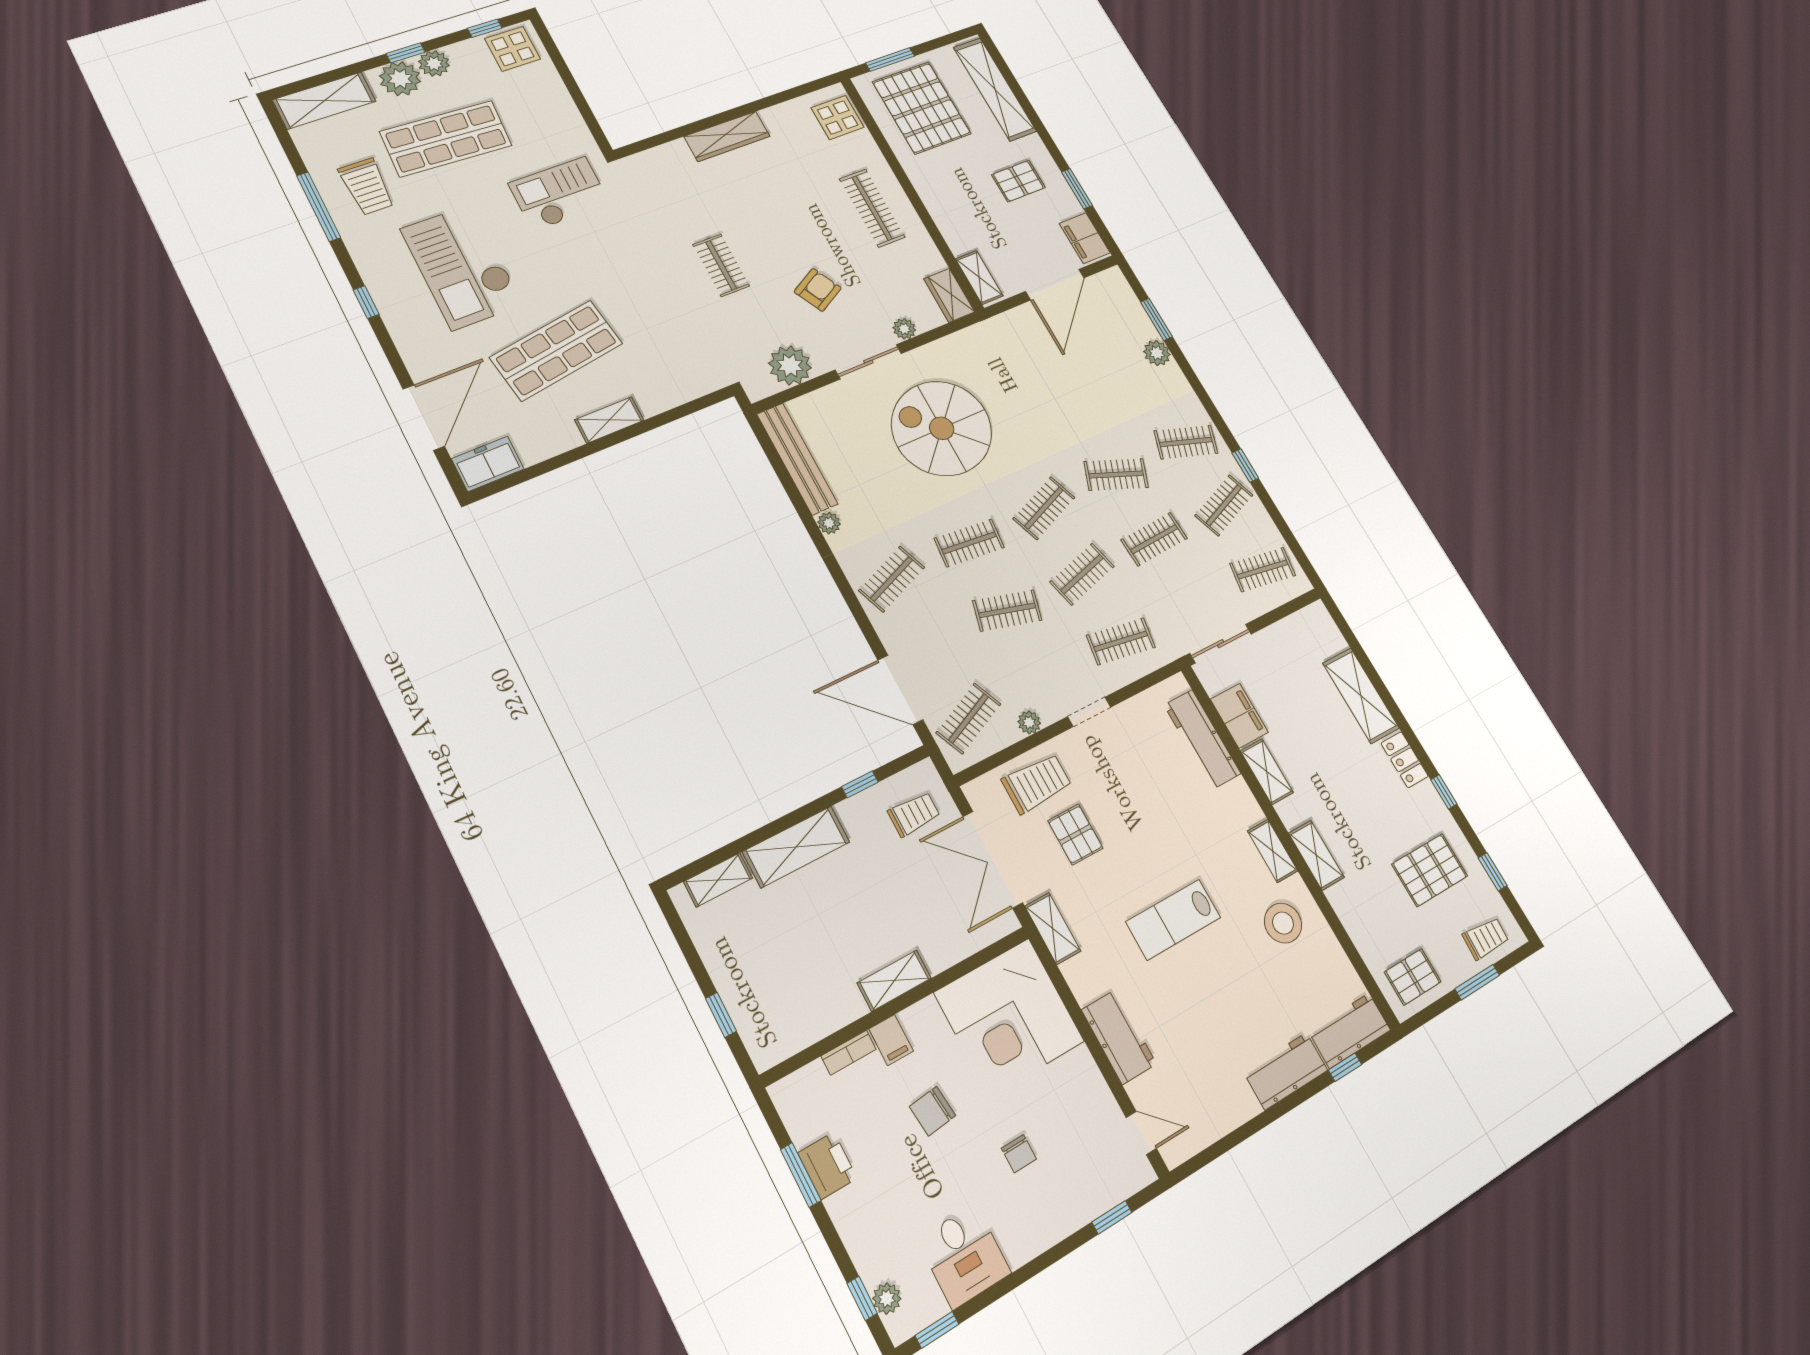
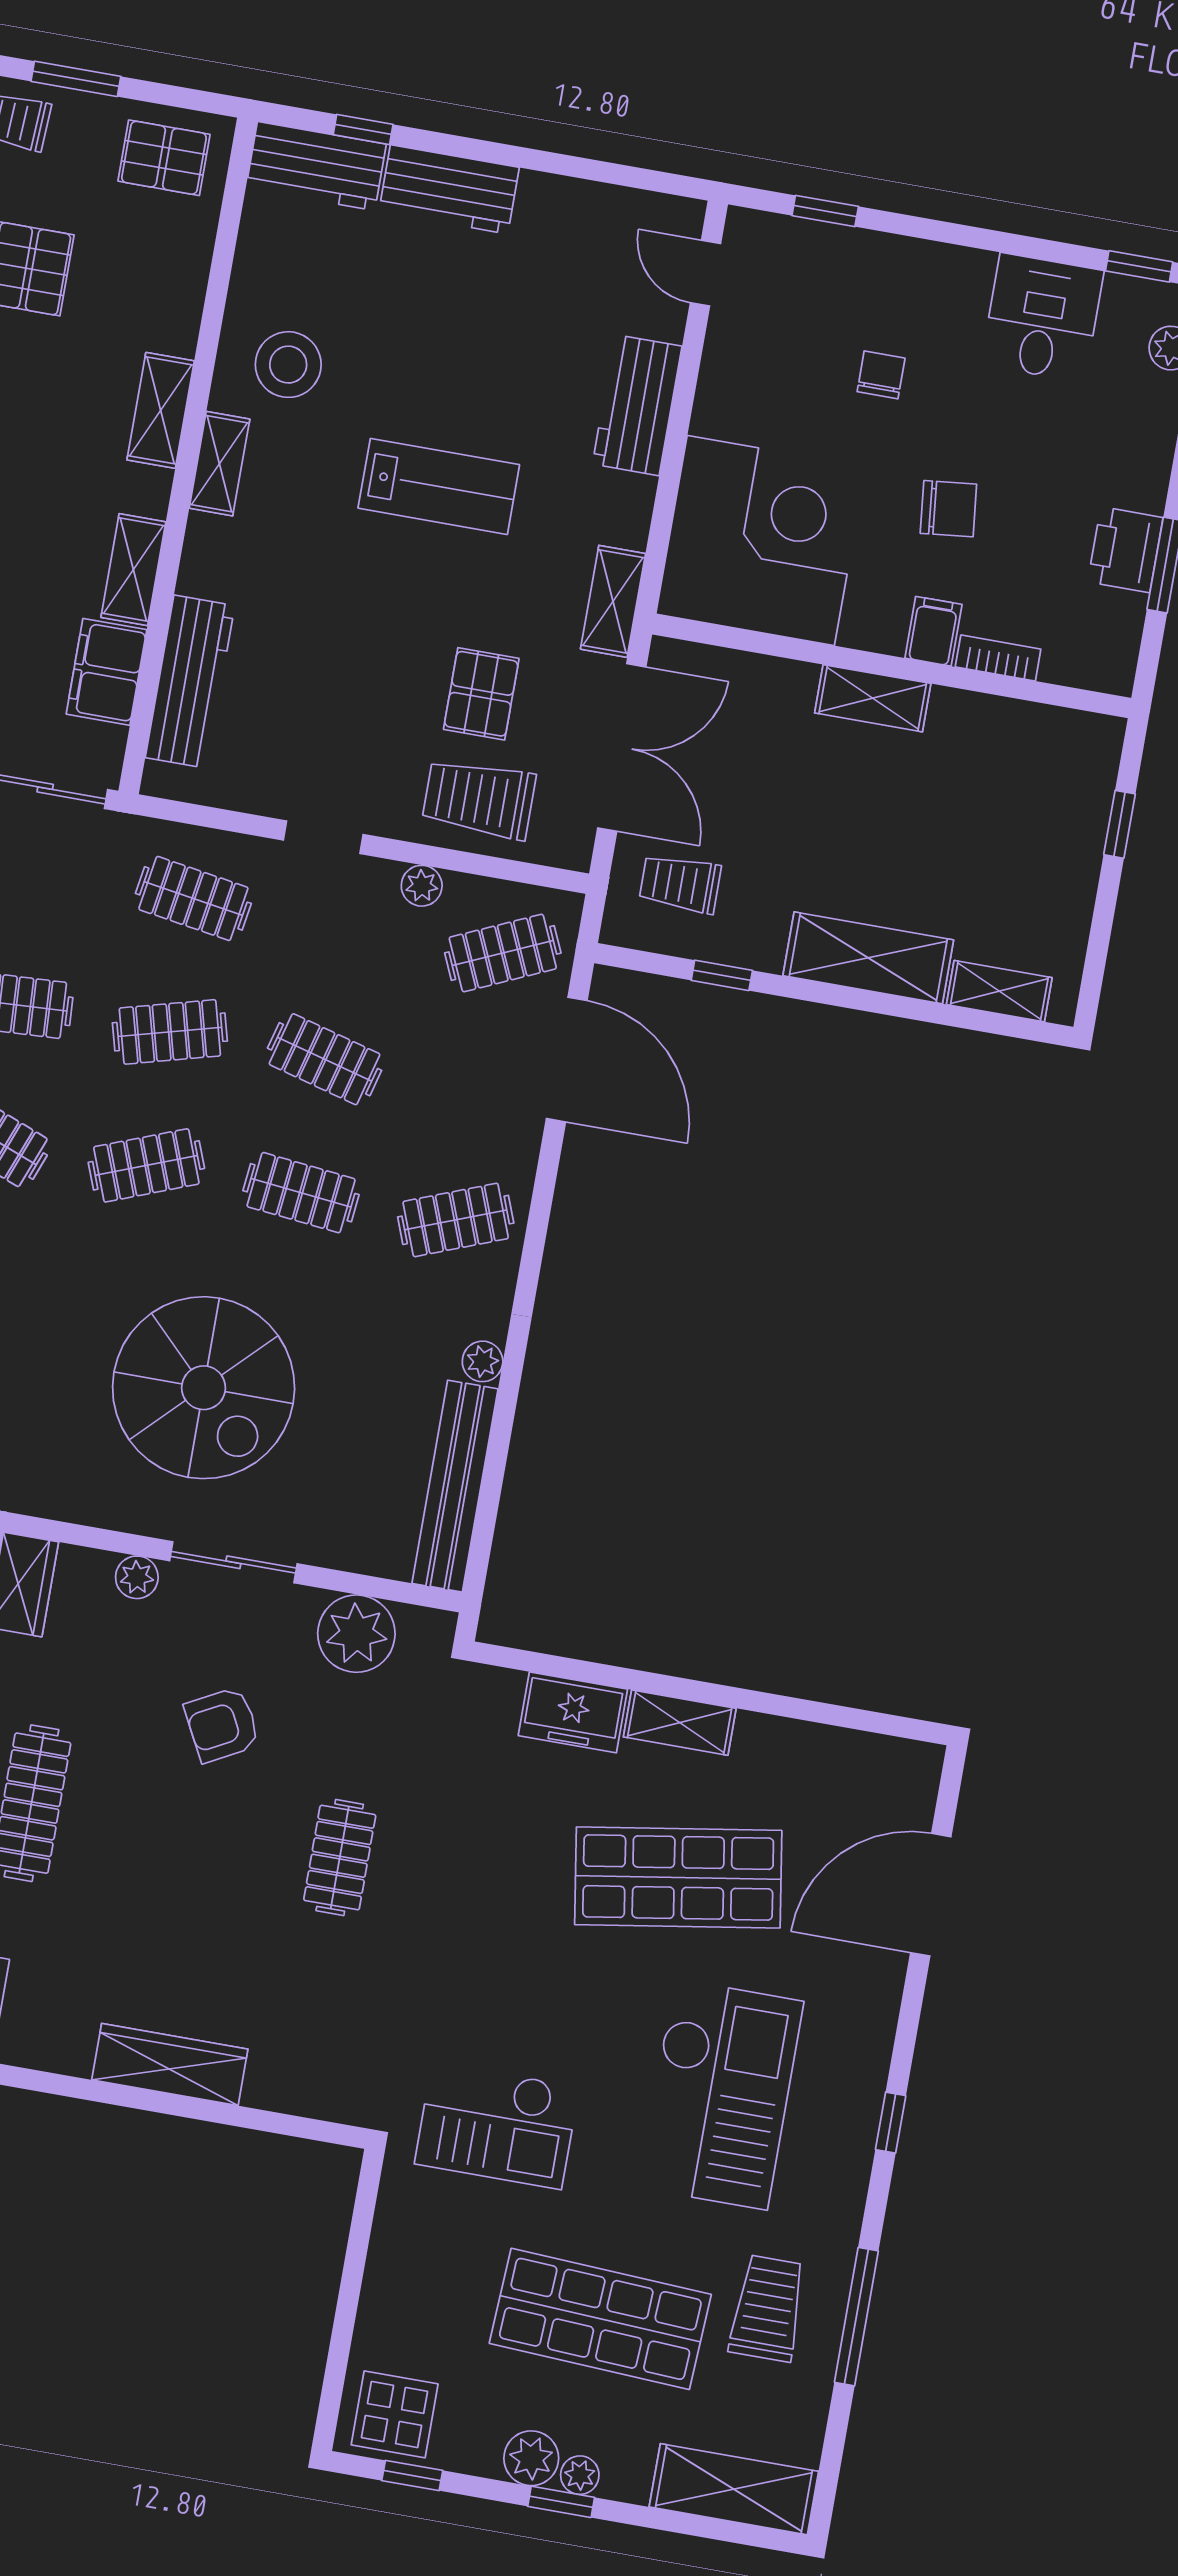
plant: (400, 79) -> (580, 2475), width x0.53, depth x0.53
freezer: (488, 464) -> (573, 1712), moved

